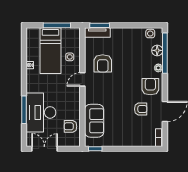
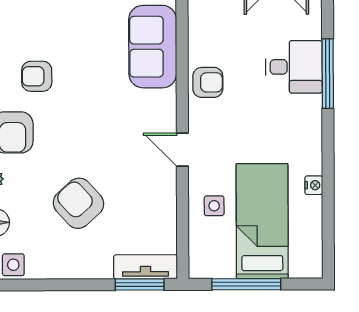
armchair: (103, 63) -> (78, 203), moved, turned -42
door: (82, 79) -> (182, 150), swing flipped
desk: (41, 112) -> (294, 67), width x0.53, depth x0.77
armchair: (70, 126) -> (208, 82), moved

